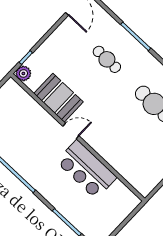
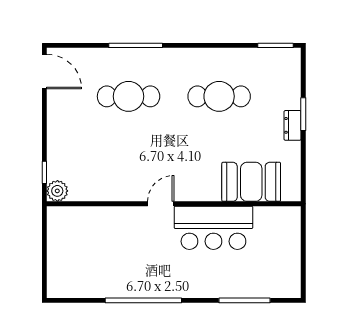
cafe table: (107, 59) -> (129, 96), width x1.37, depth x1.35
booth: (58, 98) -> (251, 182), moved

